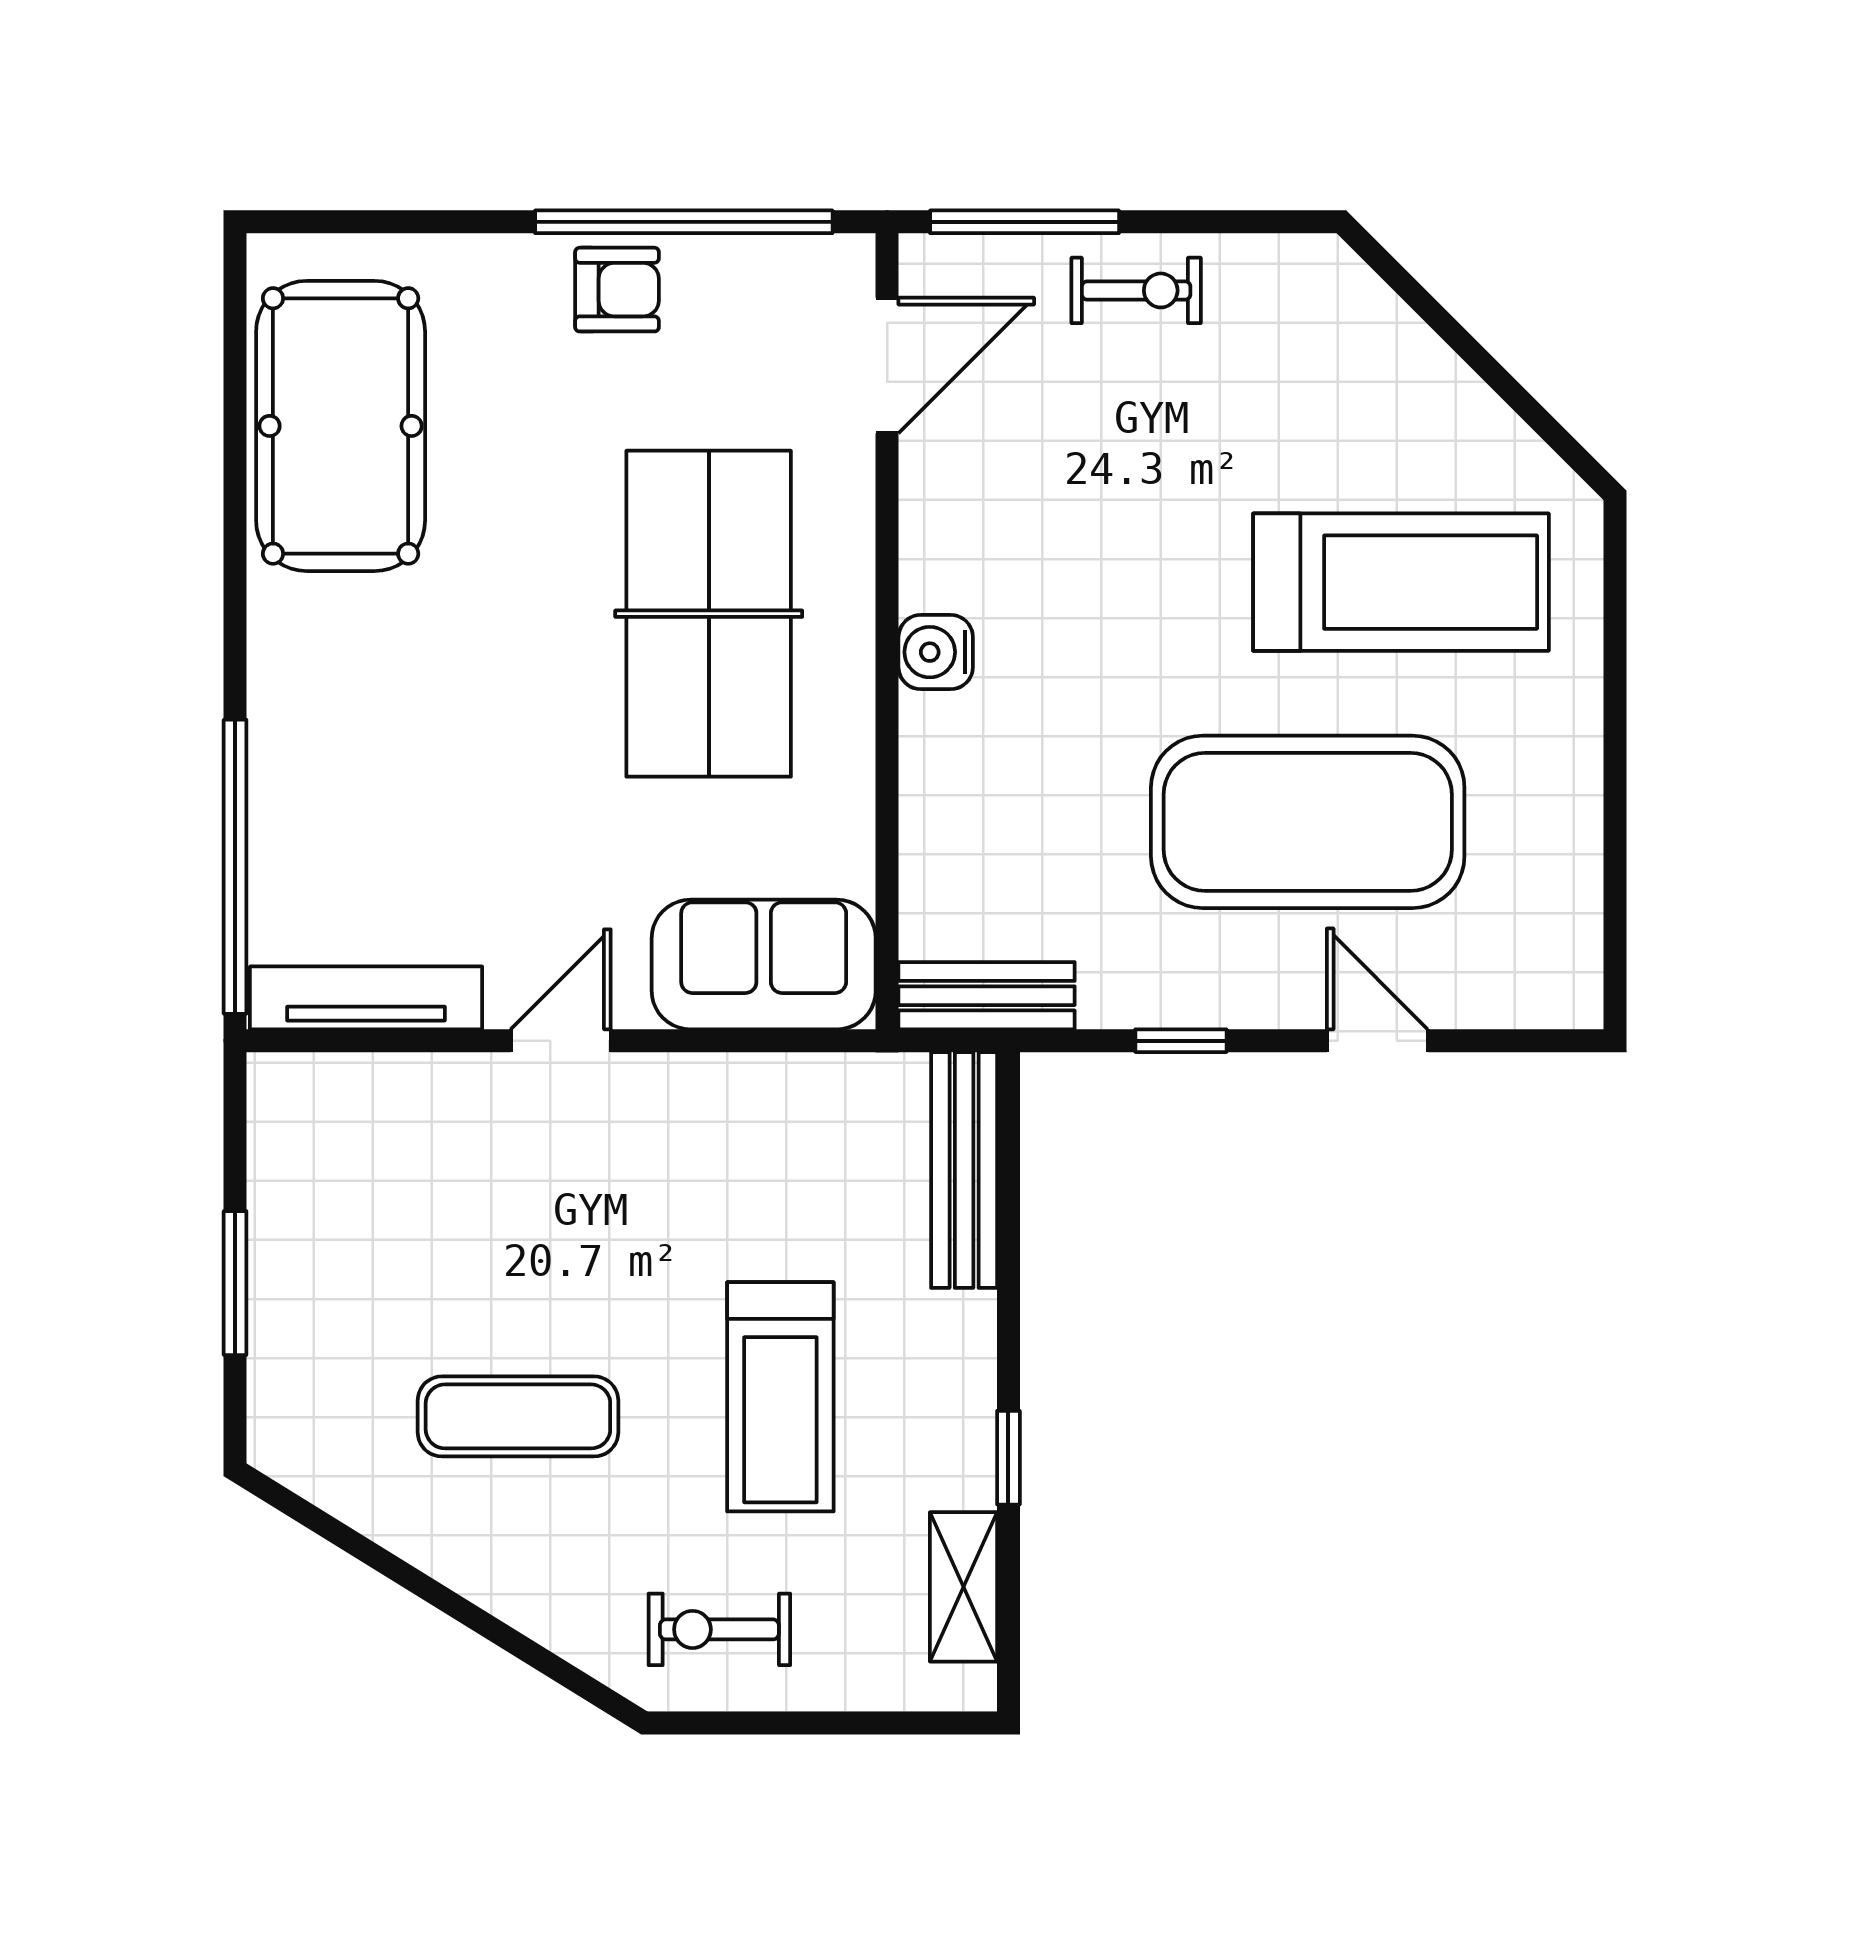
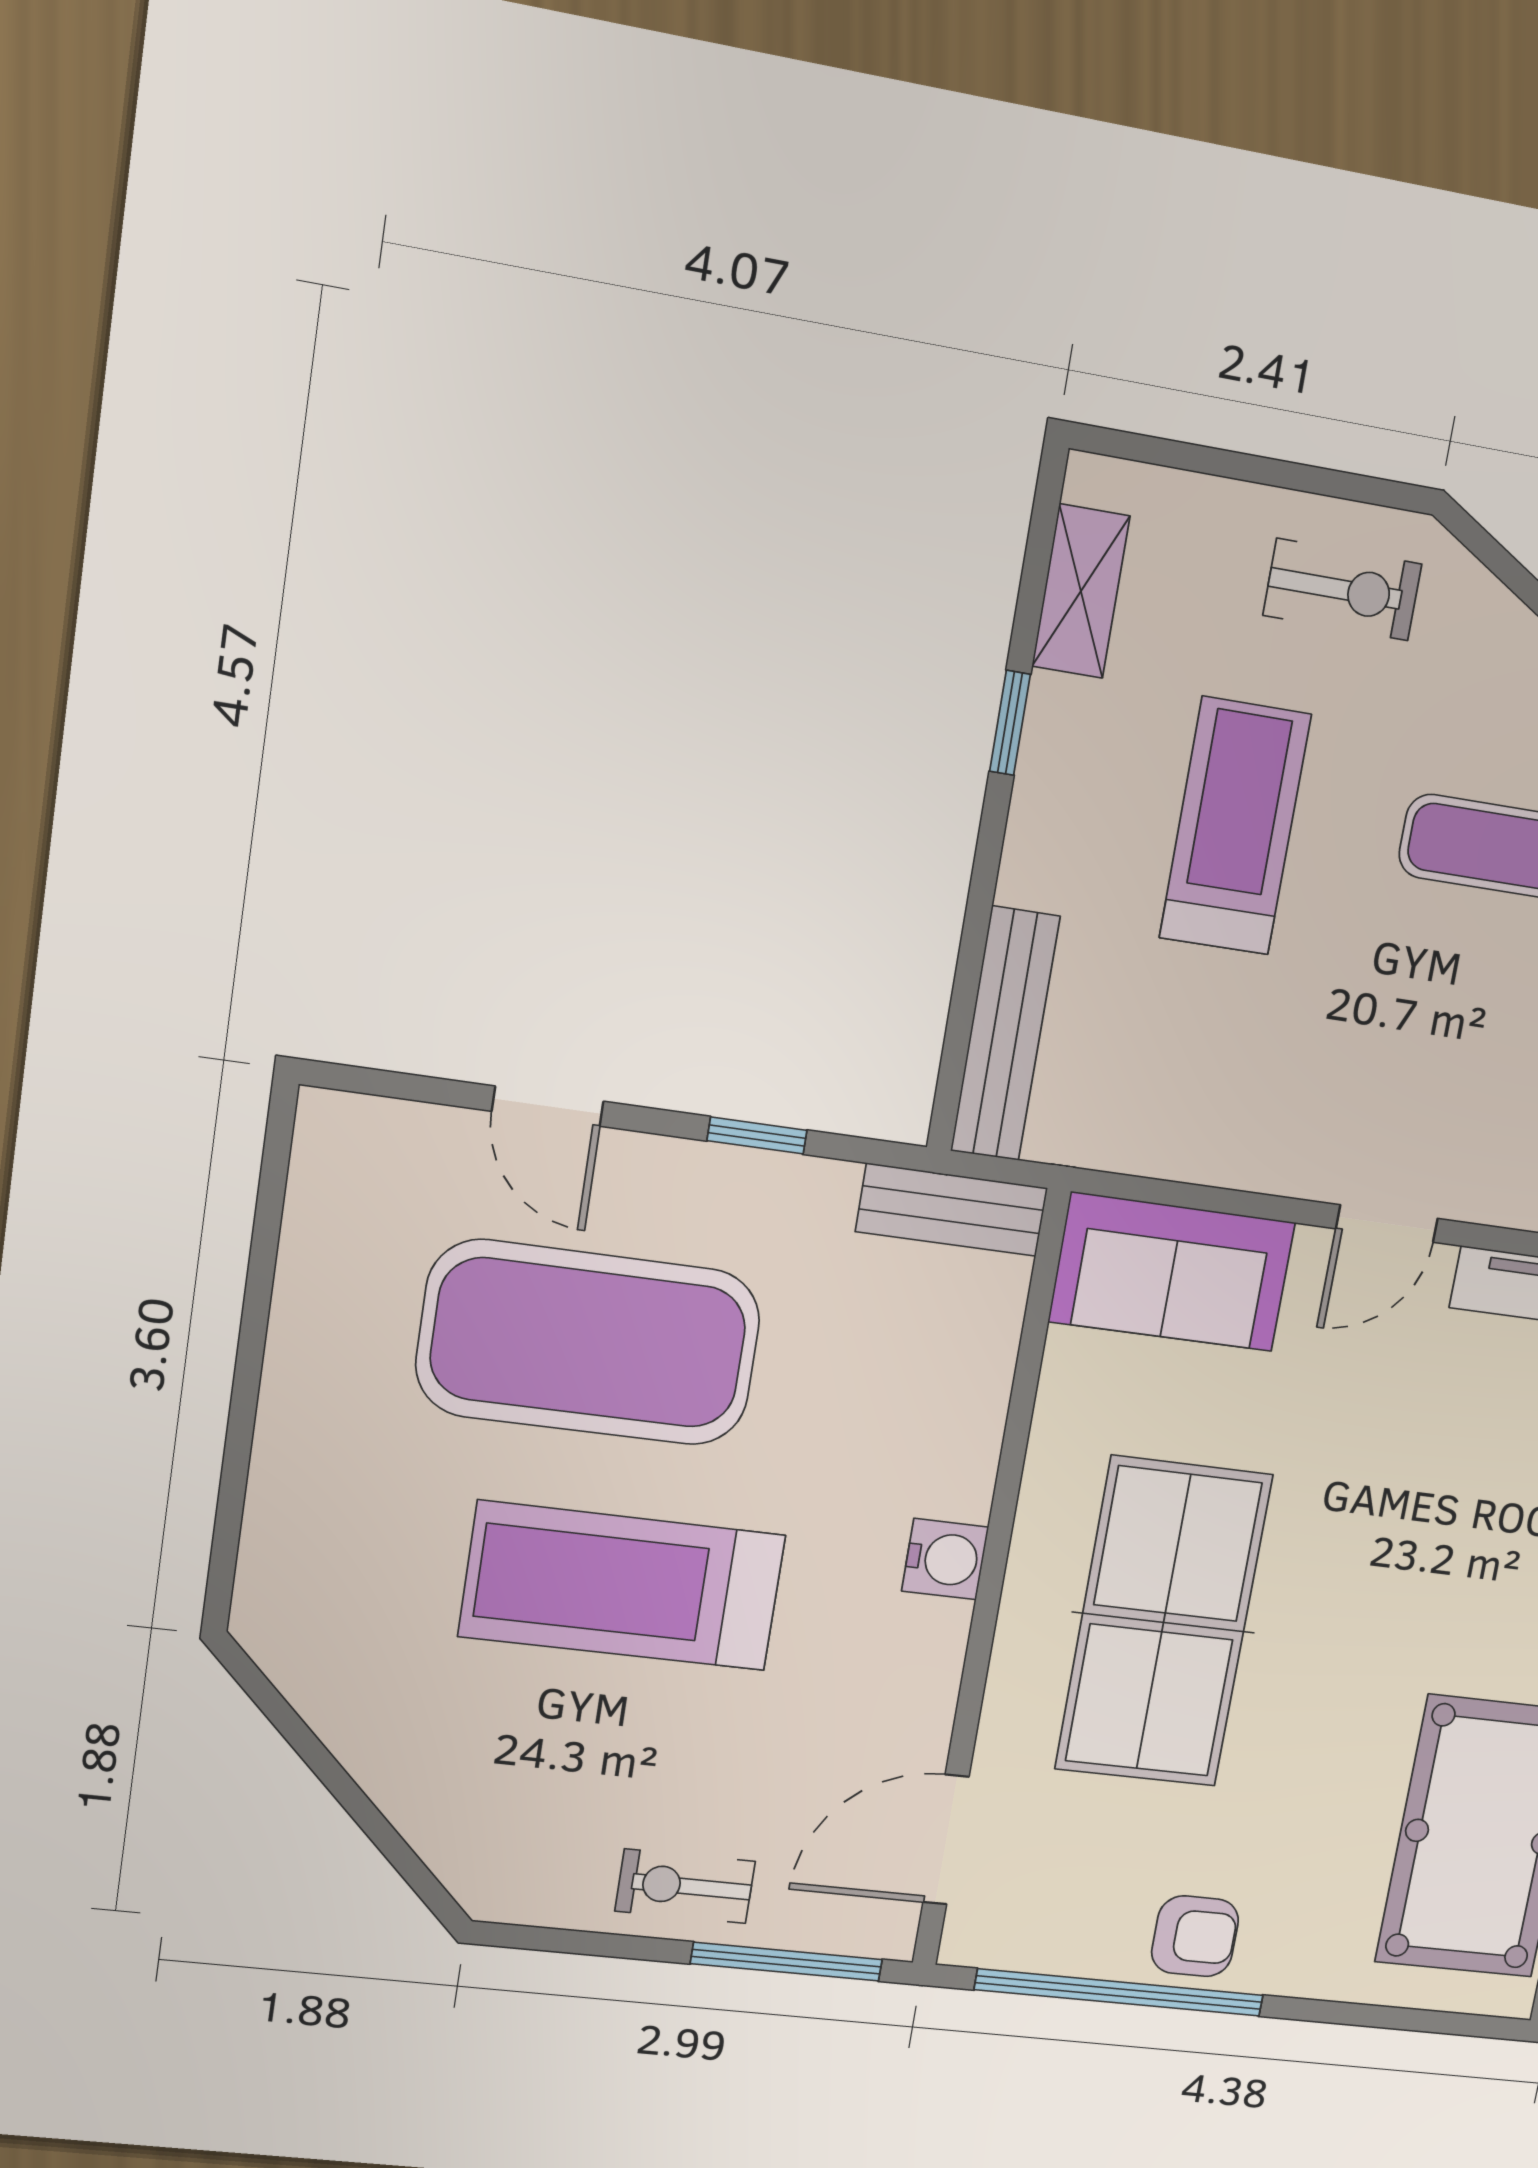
armchair: (617, 290) -> (1195, 1936), turned 180
treadmill: (1401, 582) -> (622, 1586), moved

